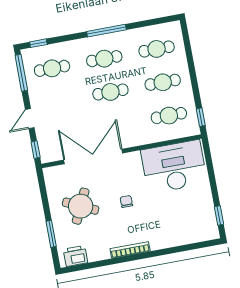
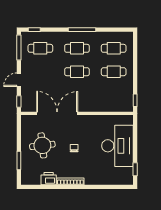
cafe table: (169, 116) -> (114, 95), removed
desk: (174, 167) -> (117, 146), moved, turned 90
round table: (81, 206) -> (42, 145), turned -32
printer: (75, 256) -> (49, 179), moved

